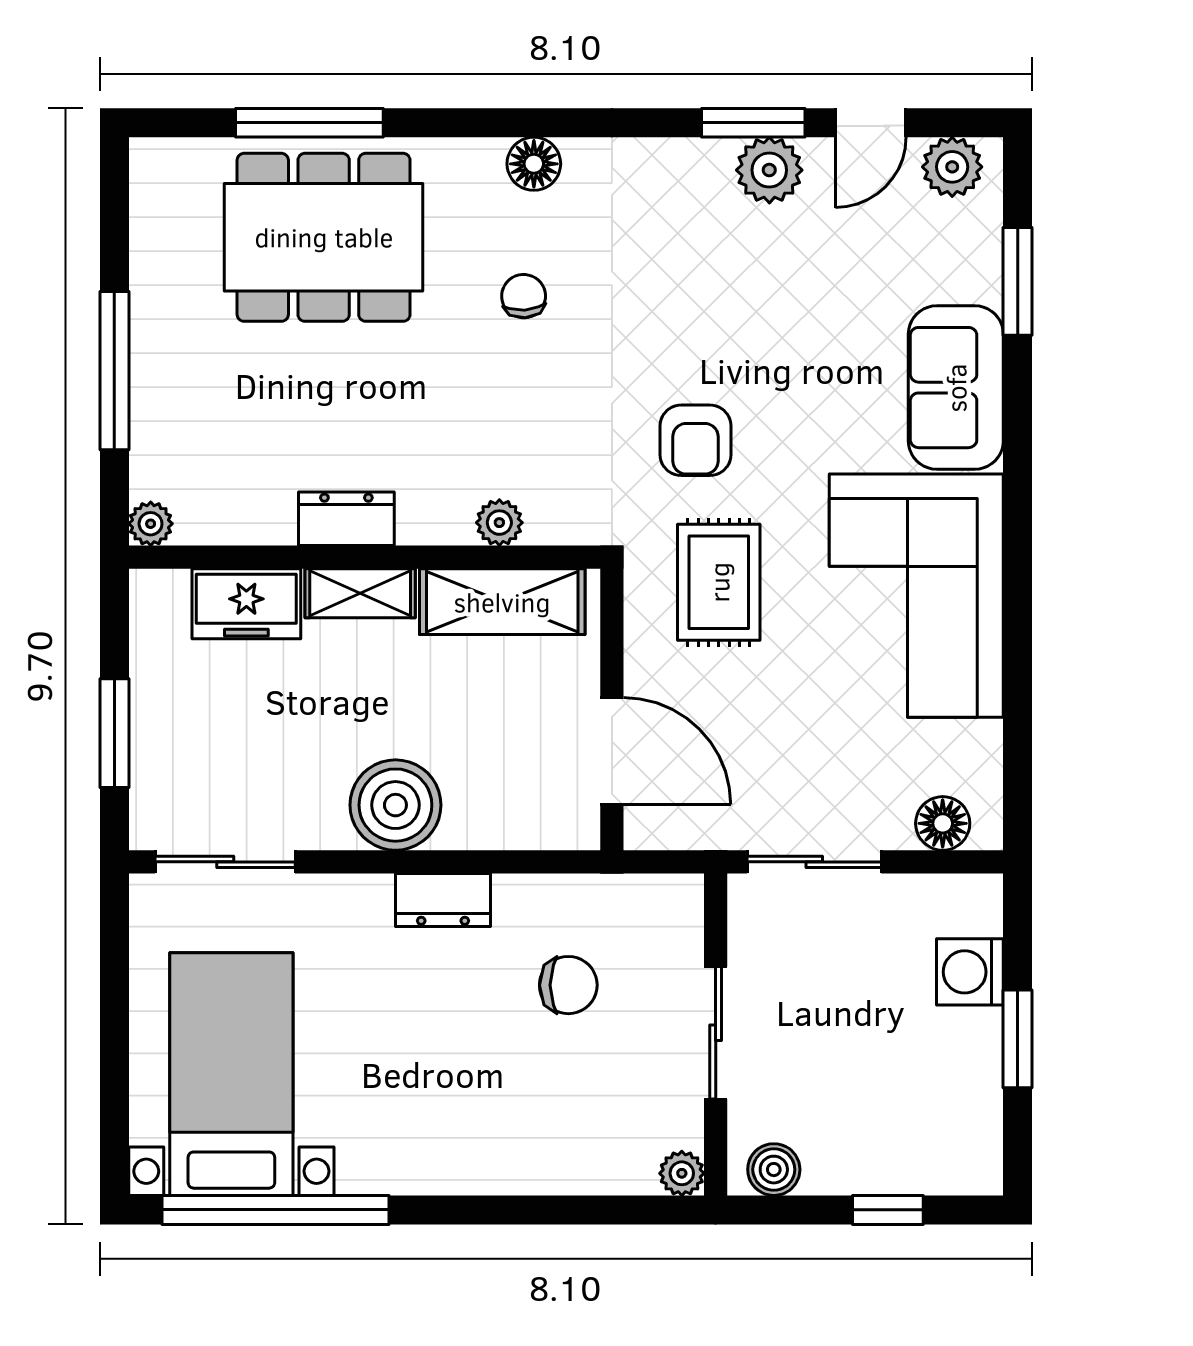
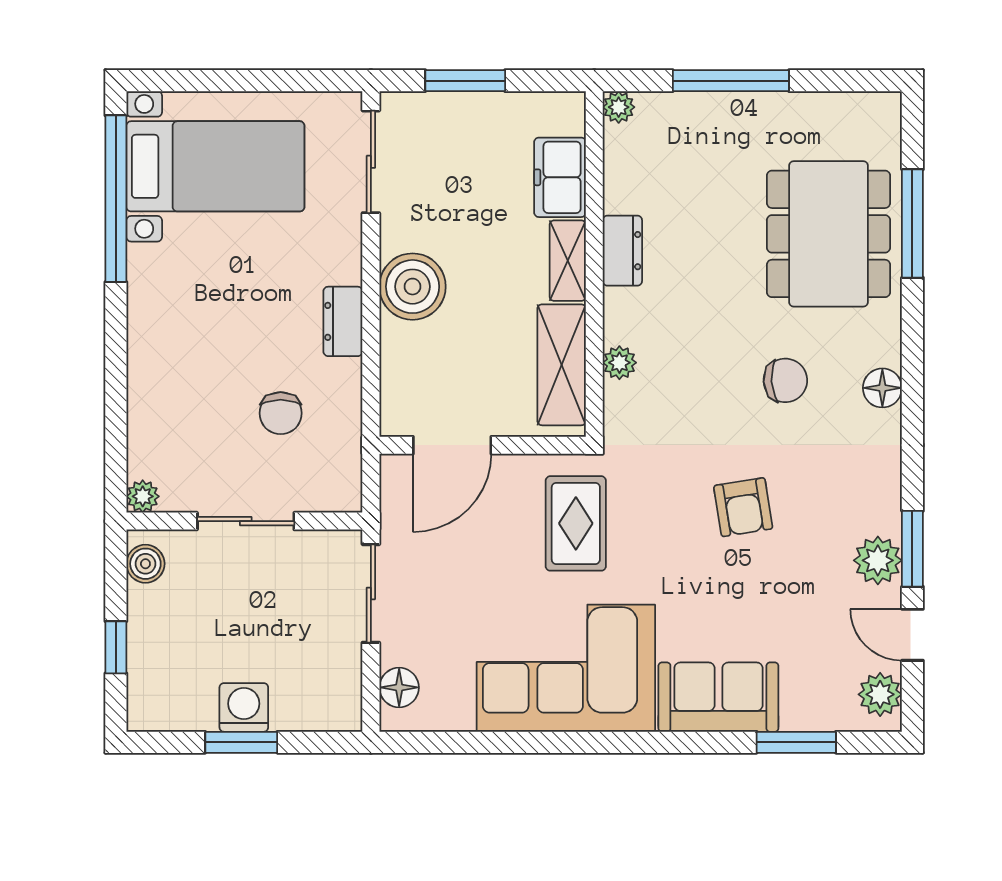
chair: (524, 296) -> (785, 380), width x1.37, depth x1.37
armchair: (695, 440) -> (743, 507), moved, turned -99
rug: (719, 582) -> (576, 523), turned 90
washing machine: (970, 972) -> (244, 707), moved

